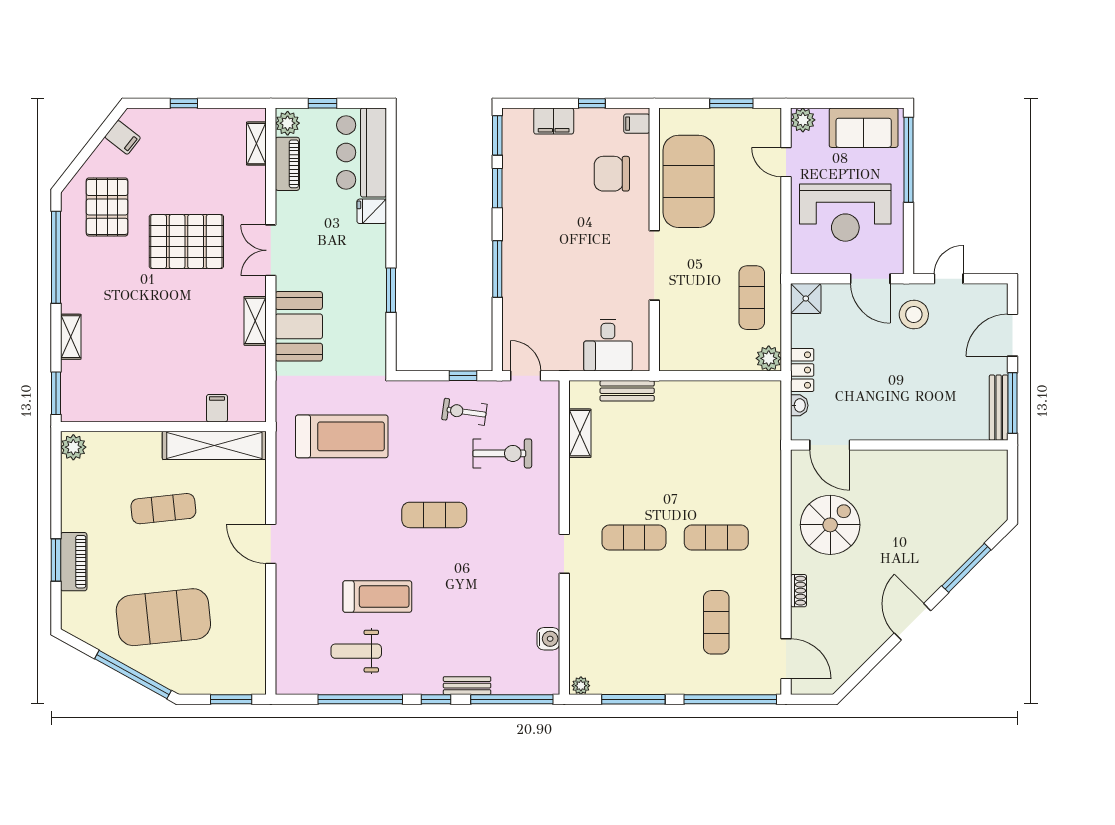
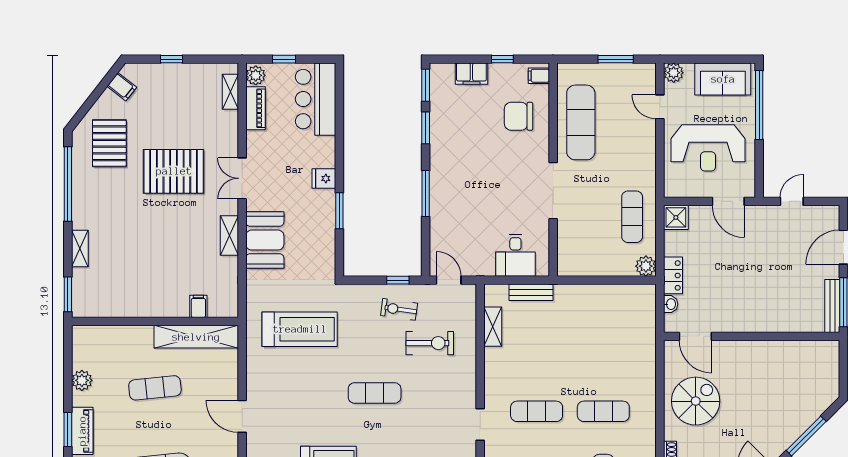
exercise mat: (689, 181) -> (581, 122), width x0.68
fridge: (372, 211) -> (324, 178), moved
stool: (914, 315) -> (764, 230), removed
plant: (73, 447) -> (82, 380), moved

